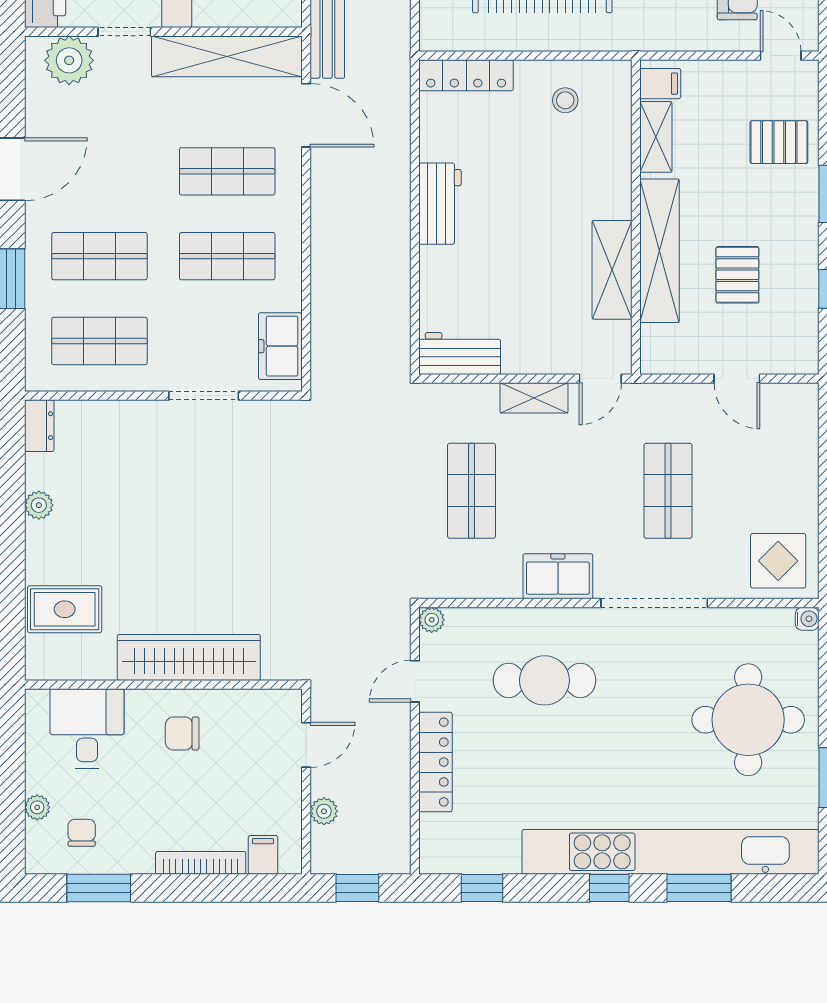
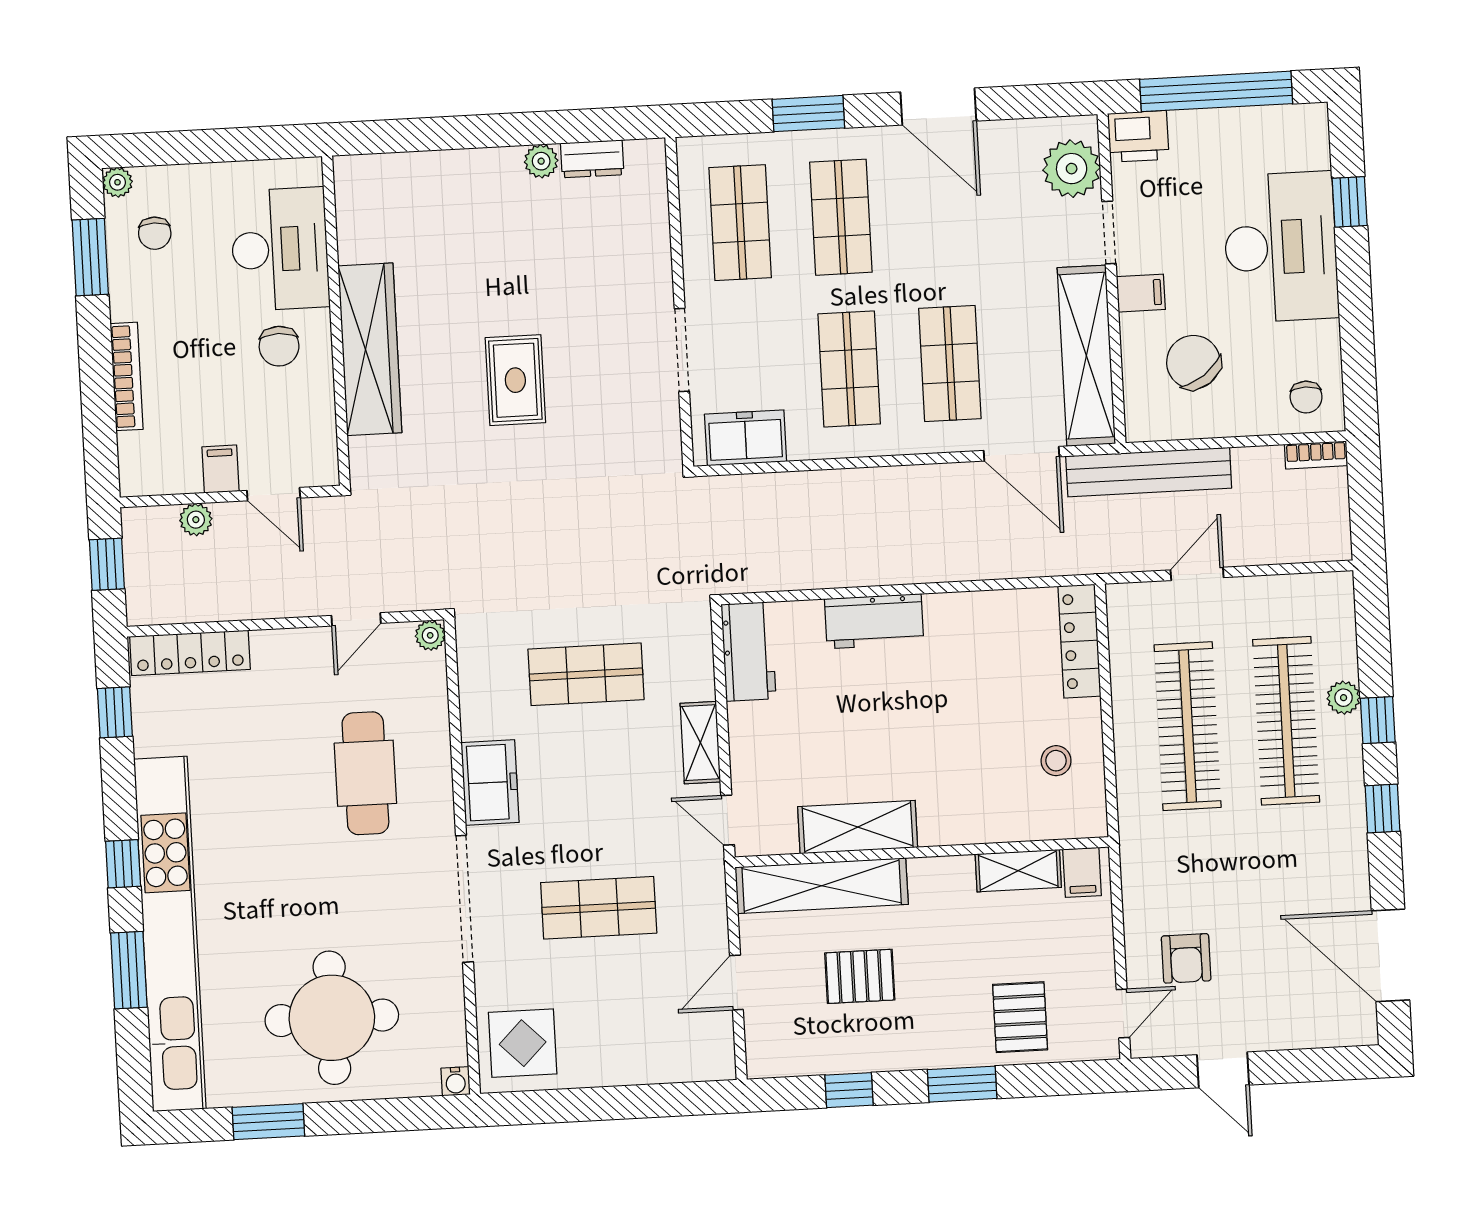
door: (306, 115) -> (1022, 454), hinge flipped
workbench: (440, 204) -> (874, 621), moved
shelving: (660, 251) -> (822, 886), moved
dresser: (39, 426) -> (592, 159), moved
rug: (65, 609) -> (515, 380), moved
door: (415, 681) -> (356, 619), swing flipped
desk: (87, 728) -> (280, 249), width x1.37
chair: (182, 734) -> (279, 346), turned 180
locker: (435, 762) -> (190, 653), moved
plant: (37, 807) -> (117, 182), moved
chair: (82, 833) -> (155, 233), turned 90
filing cabinet: (263, 855) -> (220, 469), moved, turned -90

